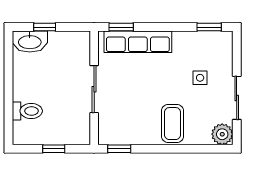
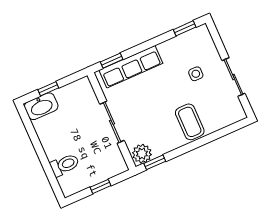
plant: (222, 134) -> (142, 154), moved

